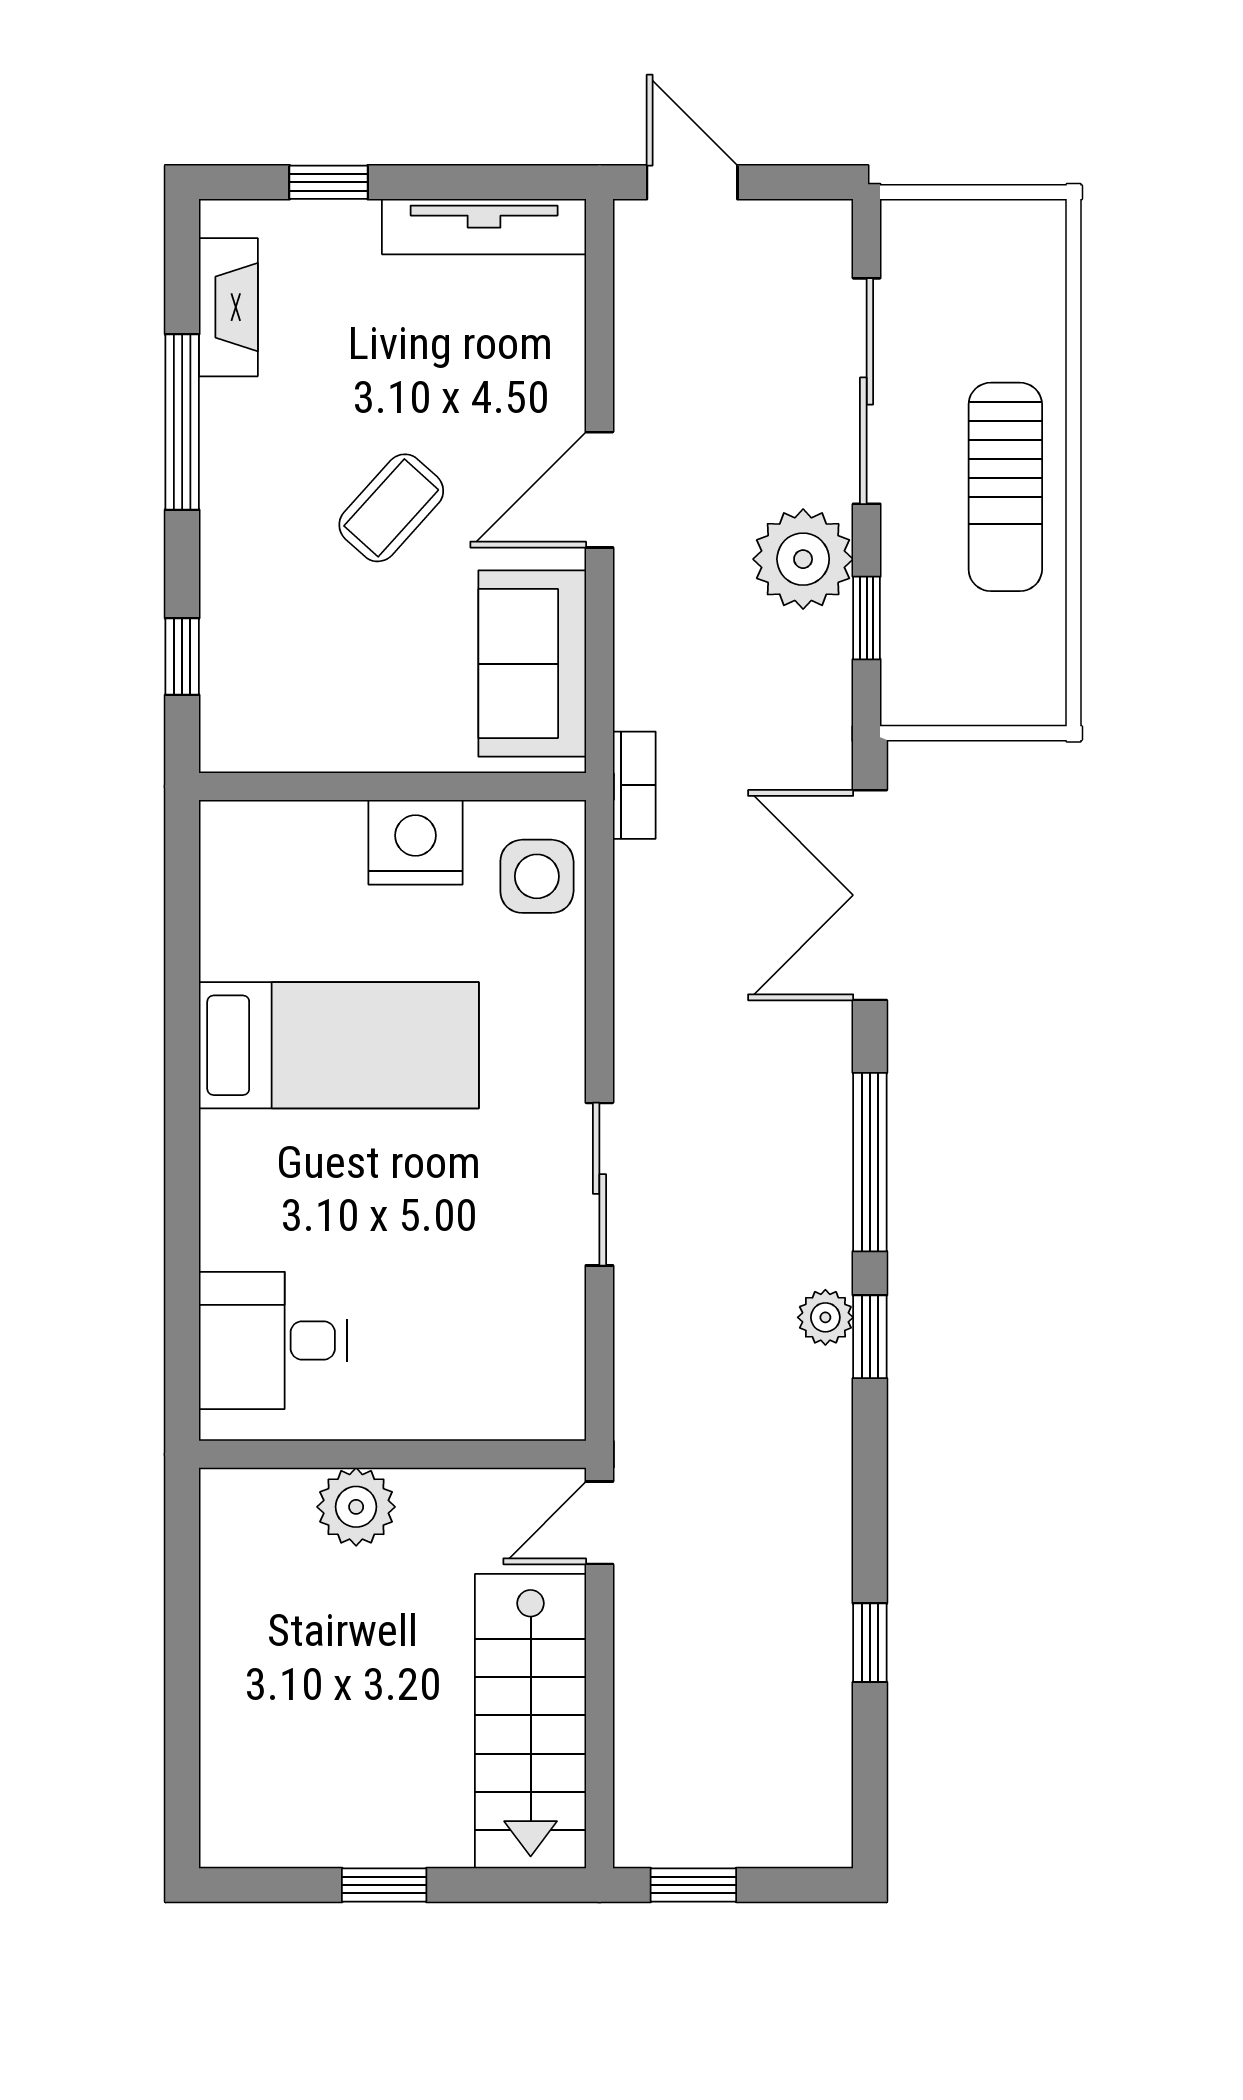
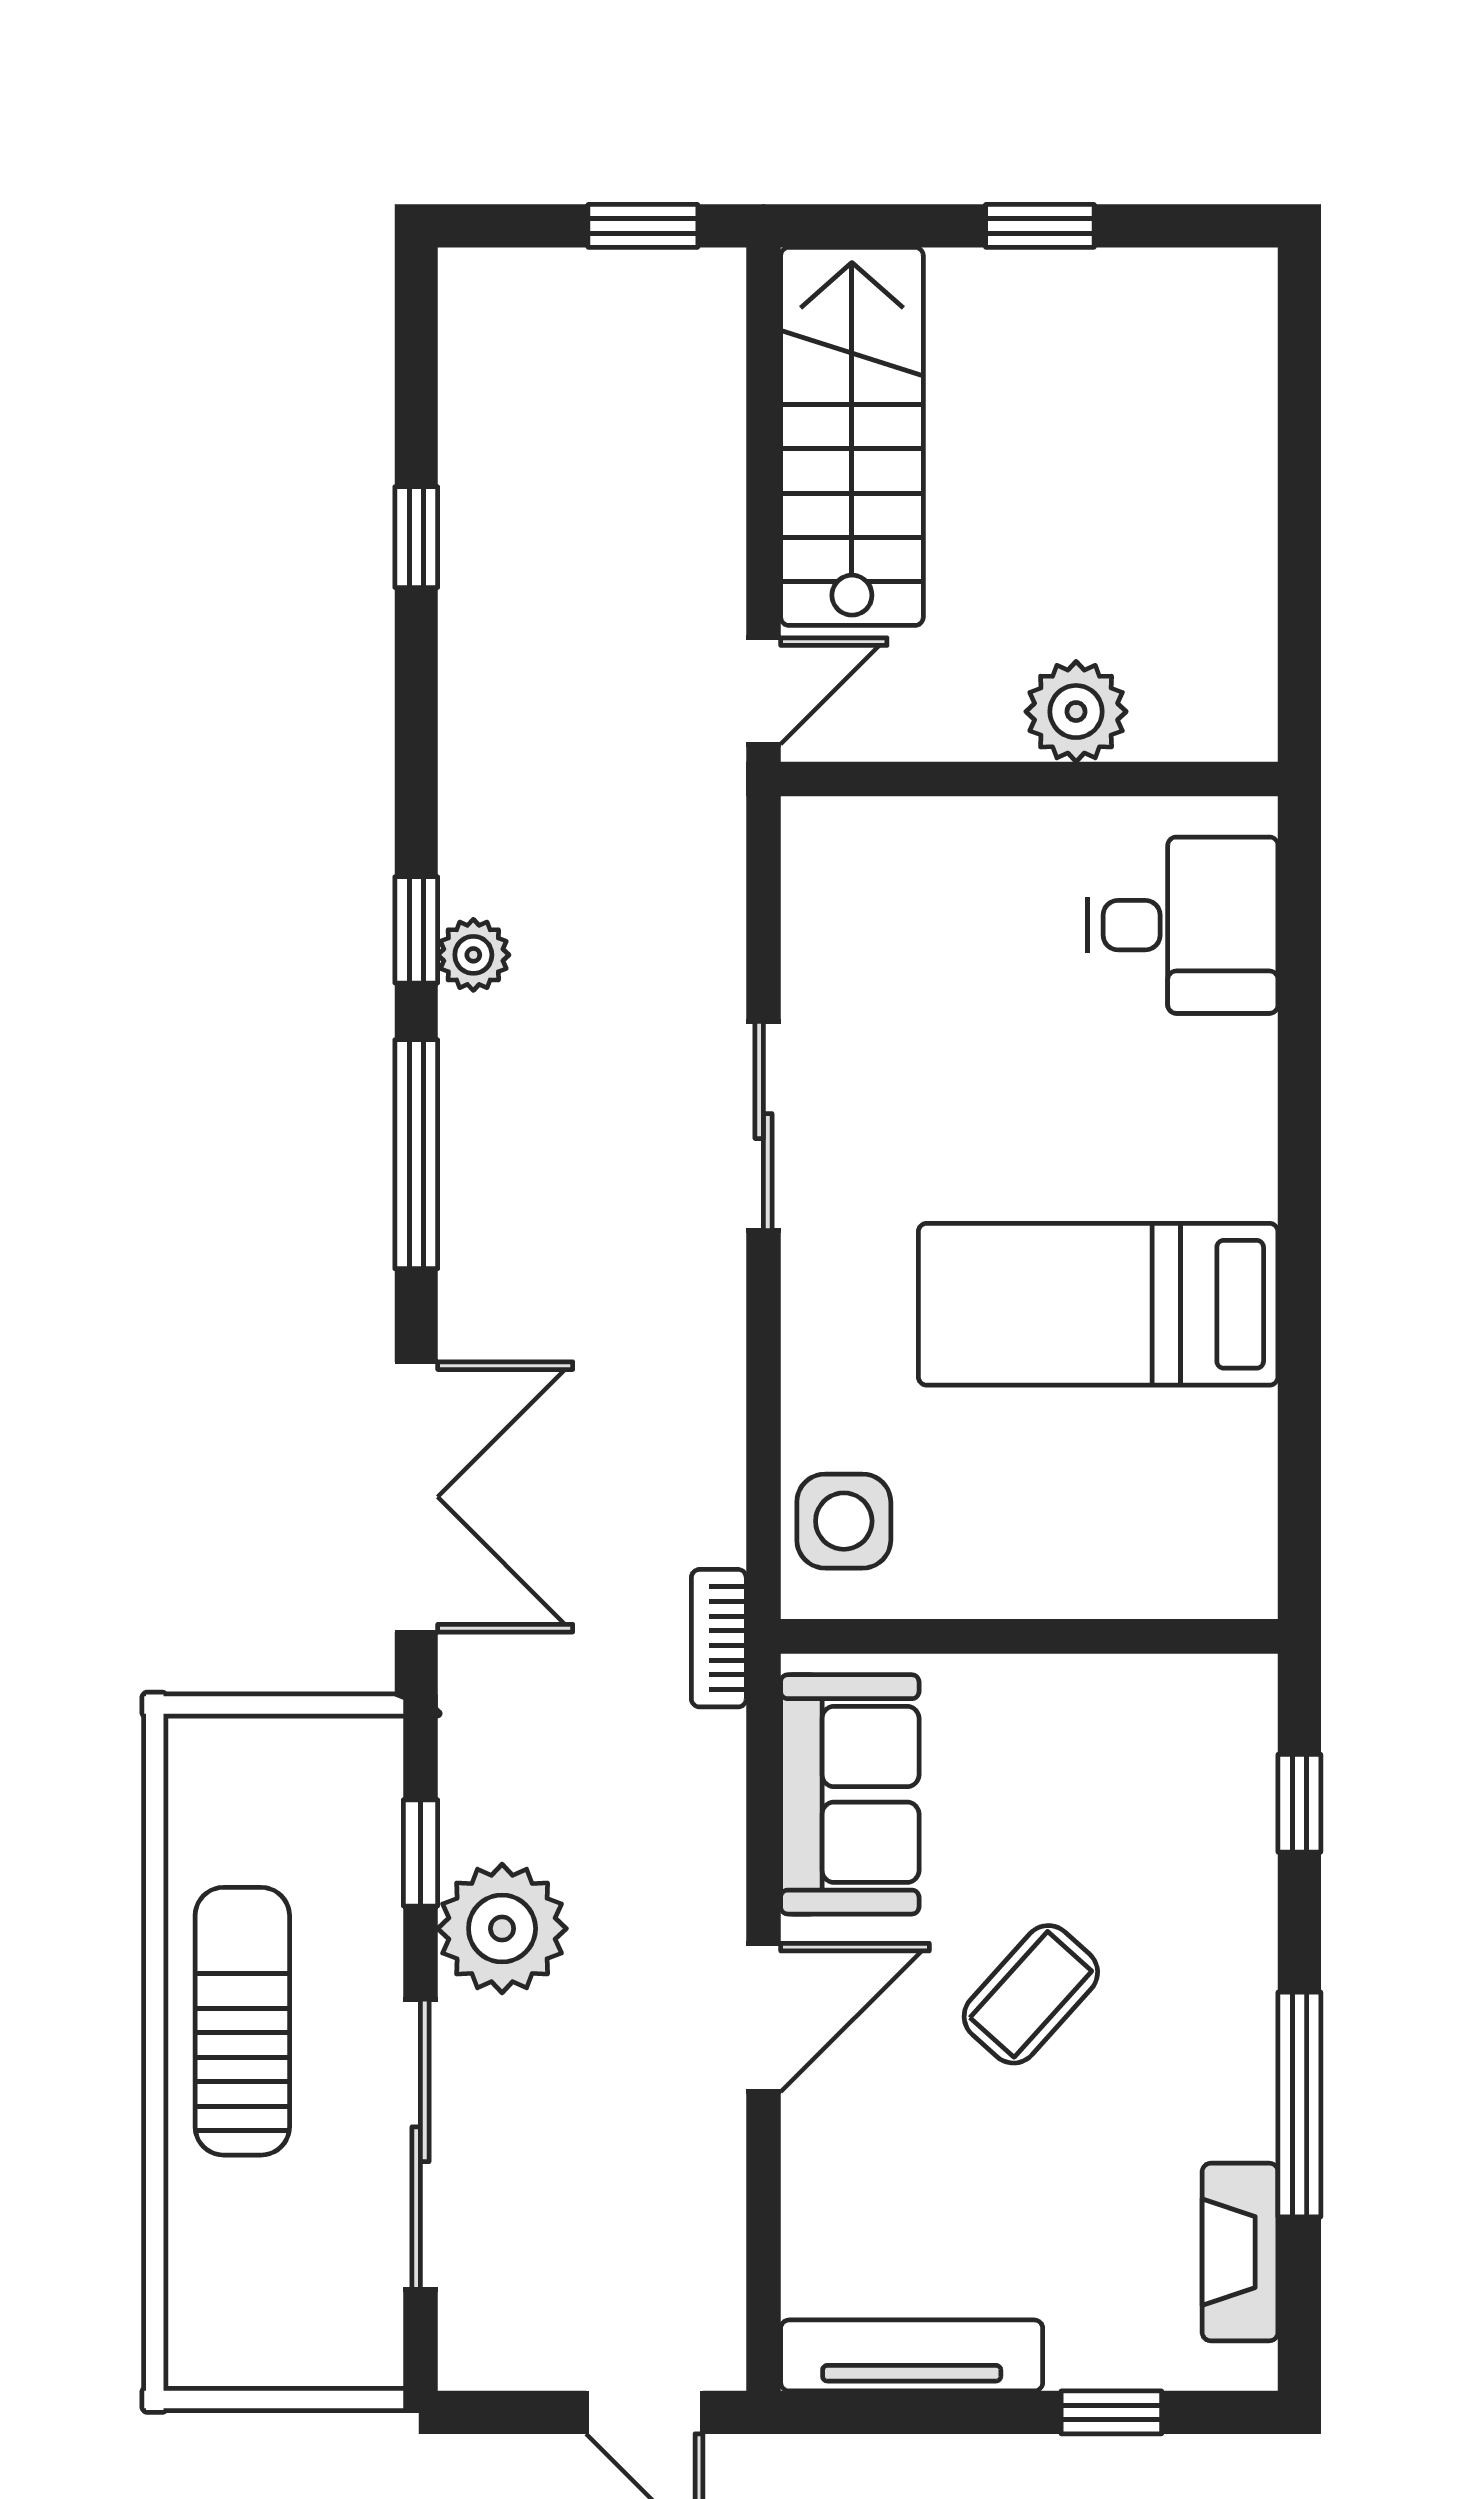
nightstand: (415, 842) -> (1000, 1565), removed

